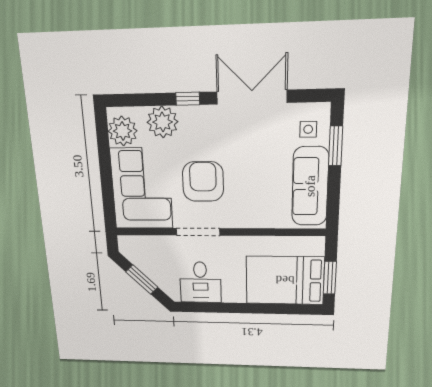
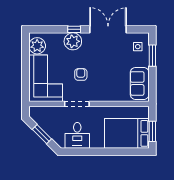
plant: (163, 122) -> (73, 41), moved
armchair: (203, 182) -> (81, 74), width x0.53, depth x0.53
sofa: (310, 186) -> (140, 83), width x0.73

